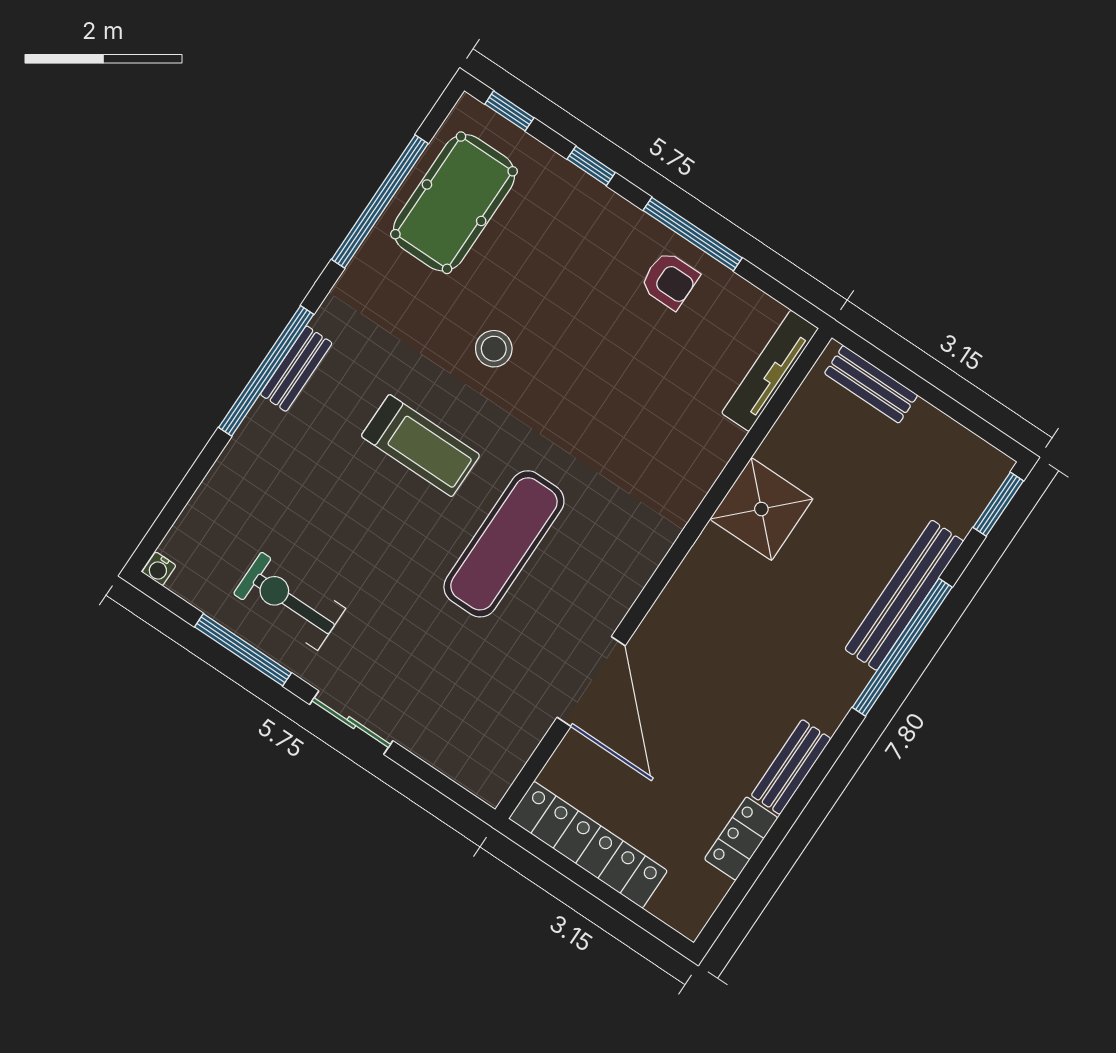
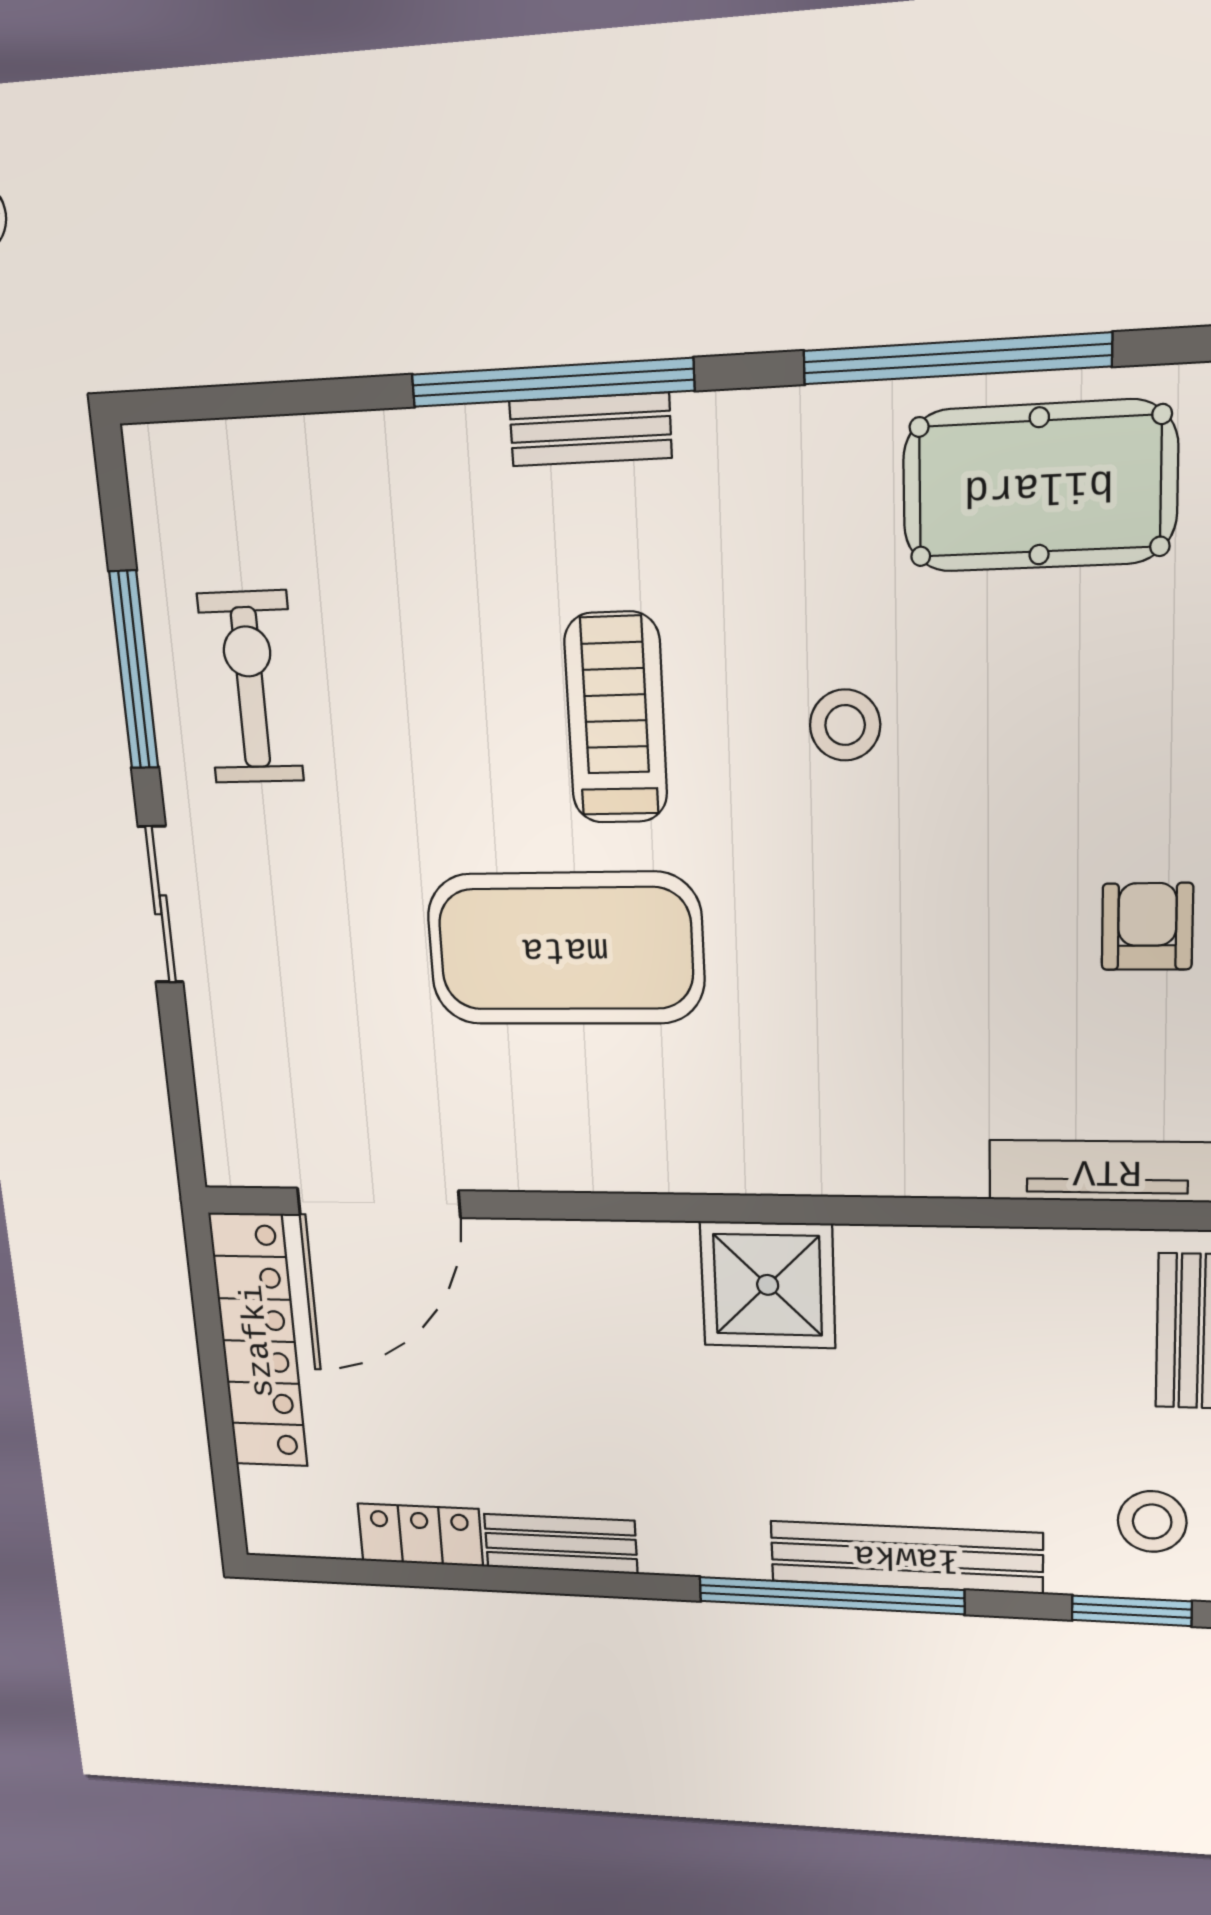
armchair: (670, 280) -> (1147, 927), turned 180
treadmill: (420, 446) -> (616, 718), turned 180
stool: (957, 464) -> (1152, 1521), added
shower: (761, 509) -> (768, 1285), moved
exercise mat: (504, 544) -> (565, 949), width x1.47
water cooler: (159, 569) -> (145, 449), removed
door: (591, 681) -> (379, 1203), moved

